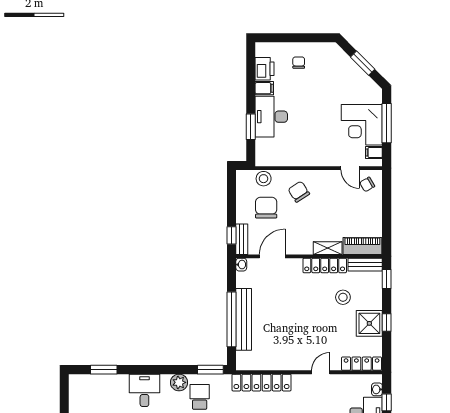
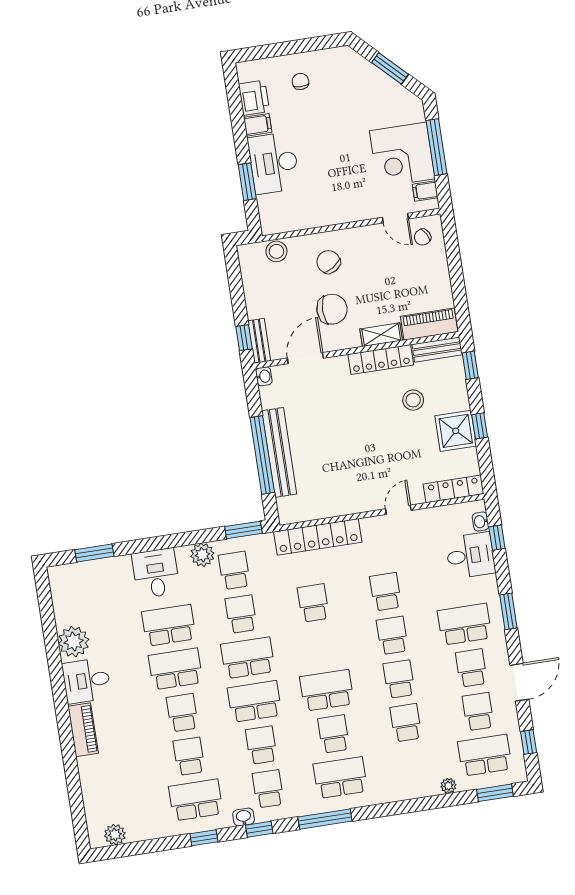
chair: (266, 208) -> (332, 309), moved, turned 90

